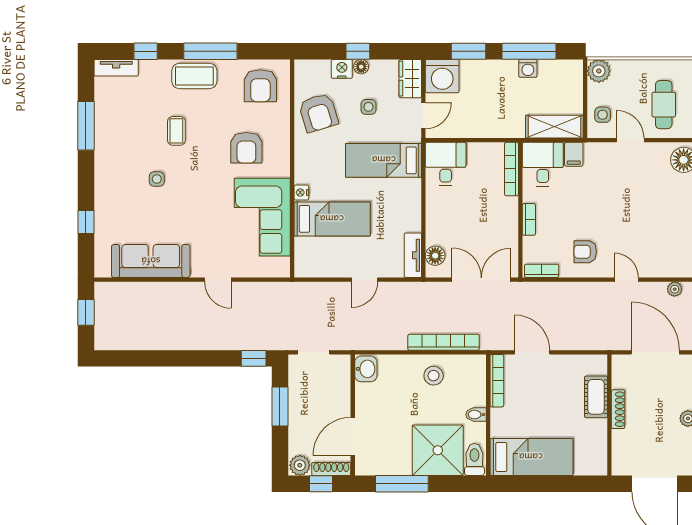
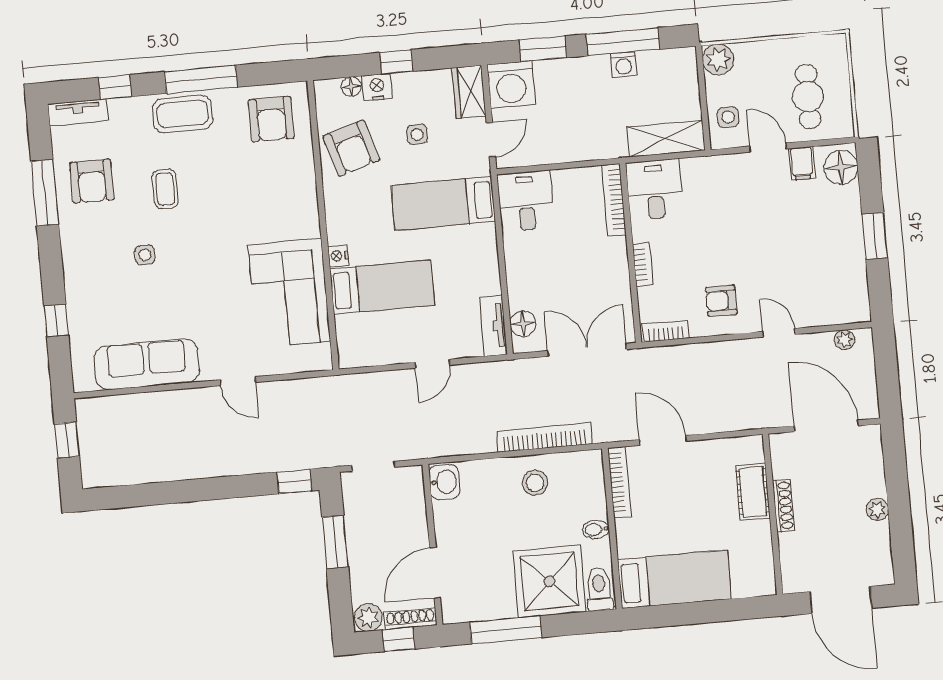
floor lamp: (361, 67) -> (351, 87), moved
armchair: (246, 148) -> (92, 181), moved
filing cabinet: (574, 154) -> (802, 163), moved

